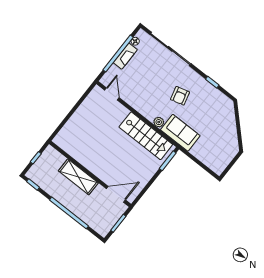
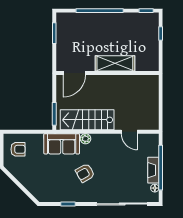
door: (112, 94) -> (129, 132), moved
armchair: (180, 96) -> (85, 173), turned -105
armchair: (218, 155) -> (18, 149), added
wall: (90, 174) -> (107, 73), moved
shelving: (78, 177) -> (115, 63), moved
door: (116, 194) -> (74, 73), moved

